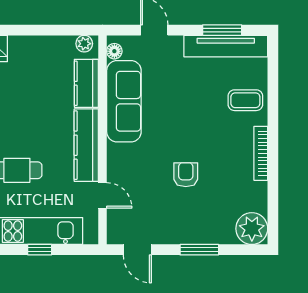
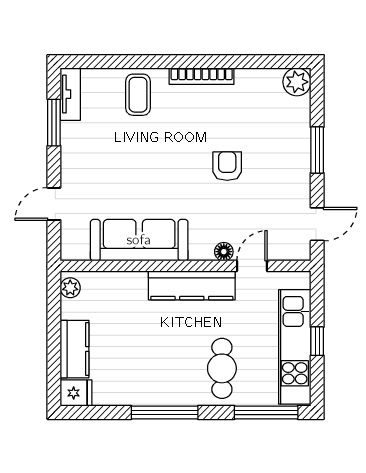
tv unit: (226, 46) -> (70, 94), width x0.52, depth x0.78
floor lamp: (114, 51) -> (224, 252), moved
kitchen counter: (86, 83) -> (75, 349), moved, turned -90
armchair: (186, 175) -> (227, 166), turned 90
plant: (252, 229) -> (297, 82), width x0.73, depth x0.73

